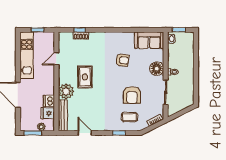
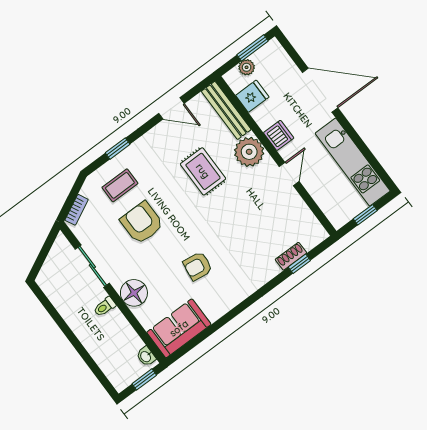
door: (56, 59) -> (289, 174), moved
rug: (85, 77) -> (203, 171), moved
dishwasher: (49, 101) -> (279, 135), moved

